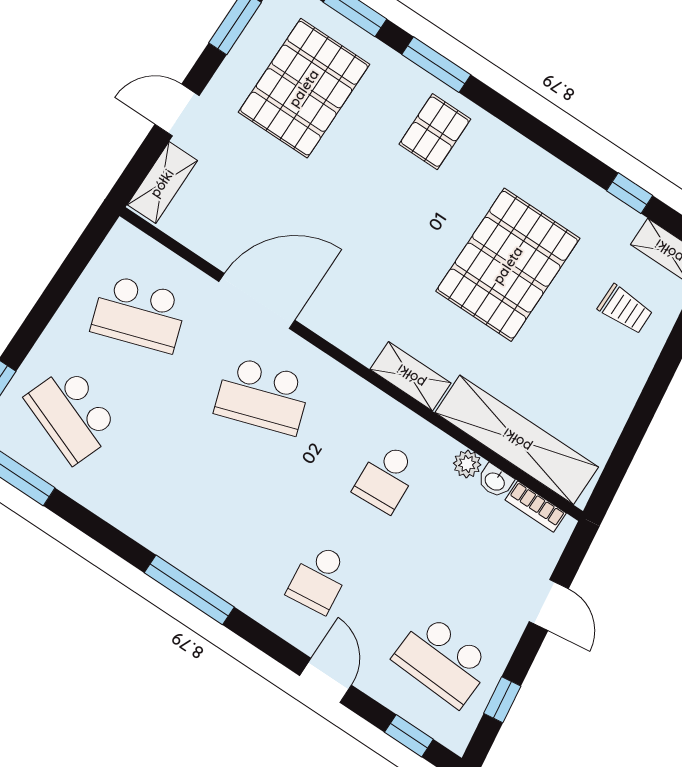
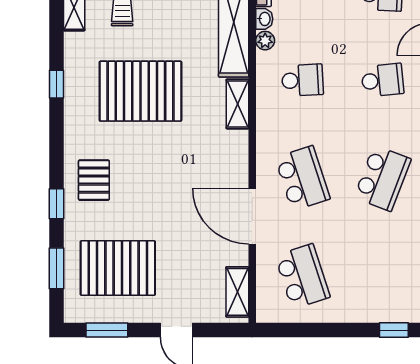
window: (436, 65) -> (56, 204), width x0.67
pallet: (435, 132) -> (94, 180), turned 90
shelving: (162, 183) -> (237, 292), moved, turned 90
window: (630, 193) -> (56, 84), moved
school desk: (72, 414) -> (382, 178), moved

